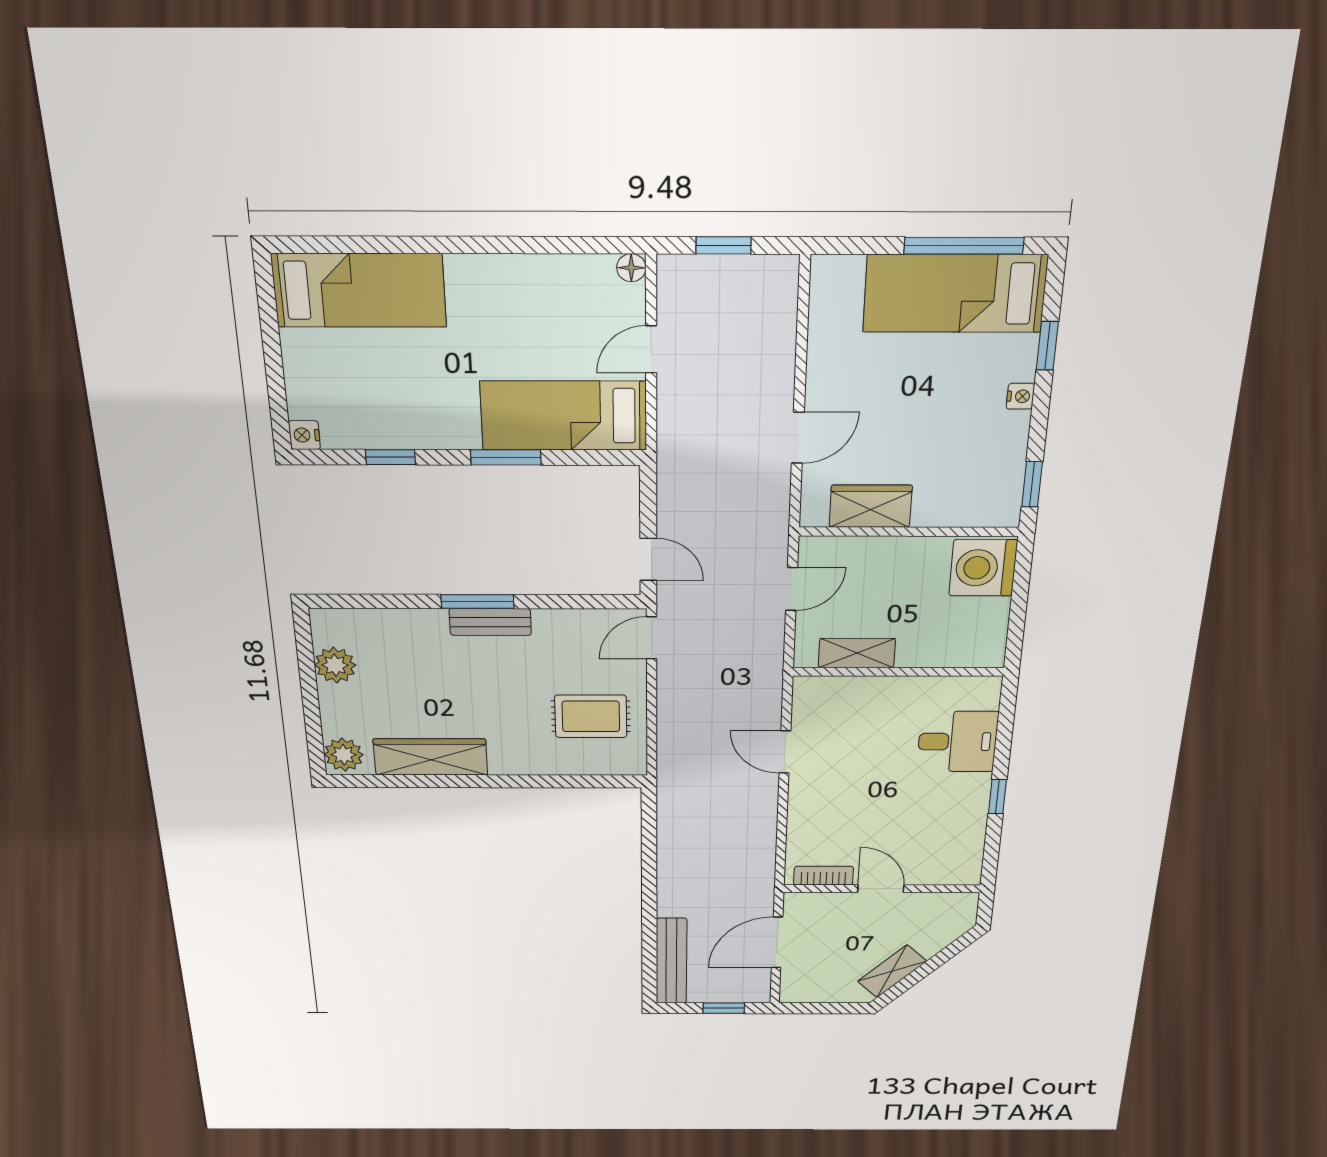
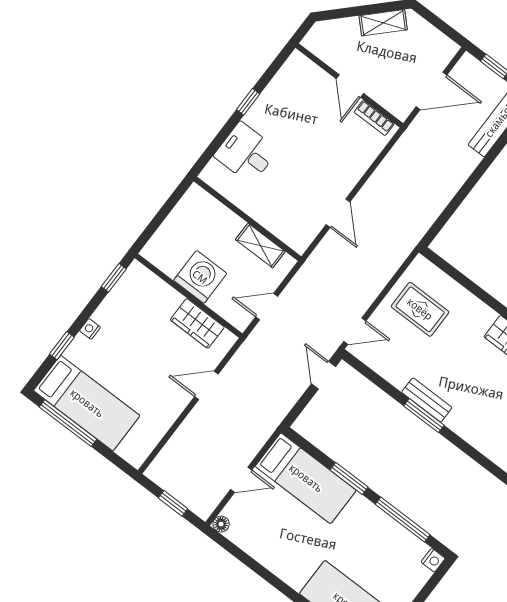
window: (390, 457) -> (403, 519), width x2.17
washing machine: (983, 568) -> (200, 277), moved, turned -90

